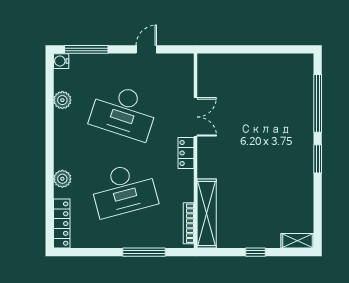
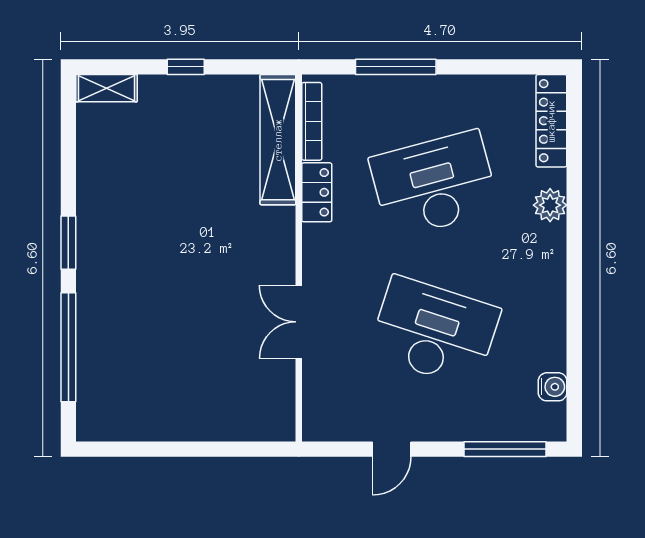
water cooler: (61, 61) -> (553, 387), moved
plant: (62, 100) -> (550, 354), removed
locker: (186, 153) -> (317, 192), moved

